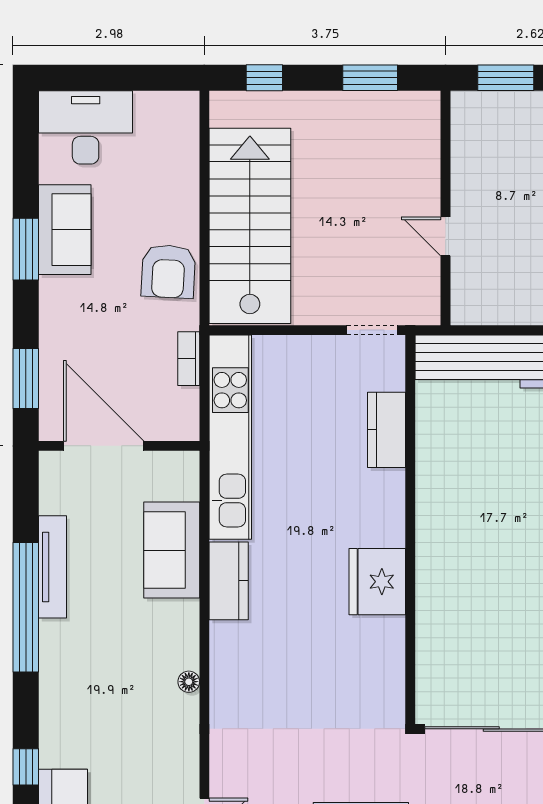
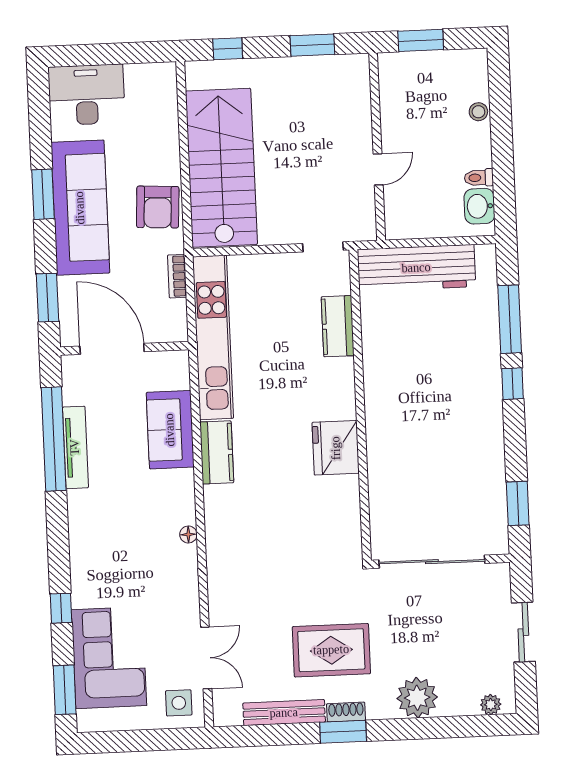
sofa: (65, 230) -> (80, 208), width x1.85, depth x1.27
door: (446, 236) -> (378, 169), swing flipped
window: (26, 607) -> (54, 439), moved

